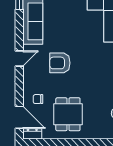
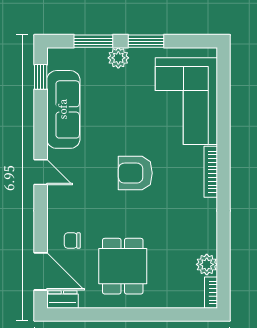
door: (19, 58) -> (41, 172), hinge flipped
armchair: (60, 63) -> (135, 173), moved

